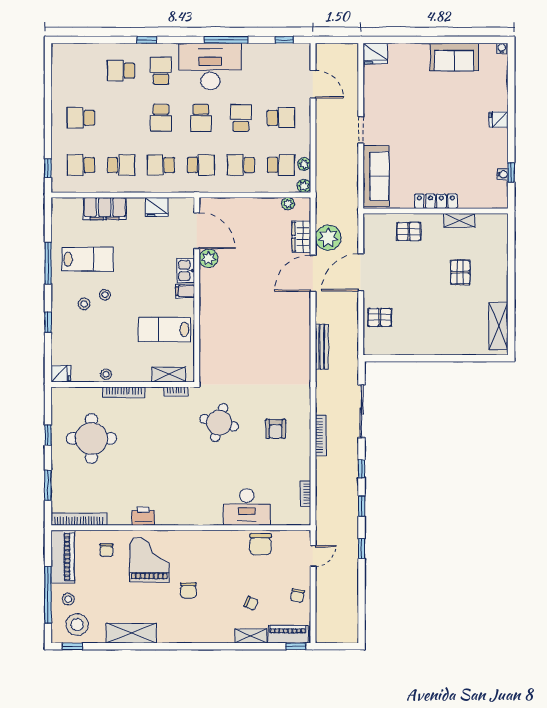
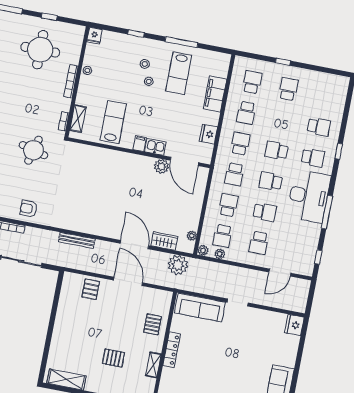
school desk: (121, 71) -> (319, 127), turned 90
window: (48, 168) -> (283, 62), moved
door: (197, 231) -> (184, 161), hinge flipped
plant: (328, 238) -> (178, 265), moved
armchair: (276, 429) -> (29, 209), moved

